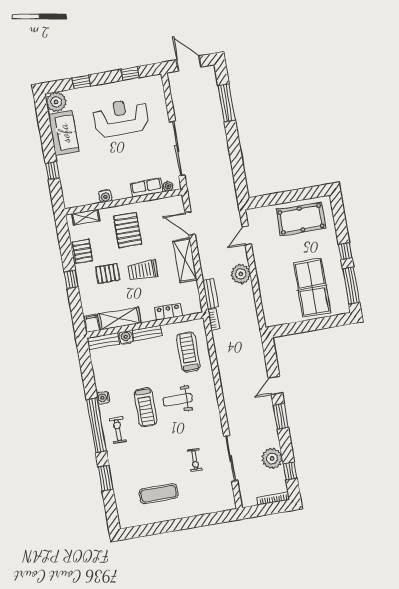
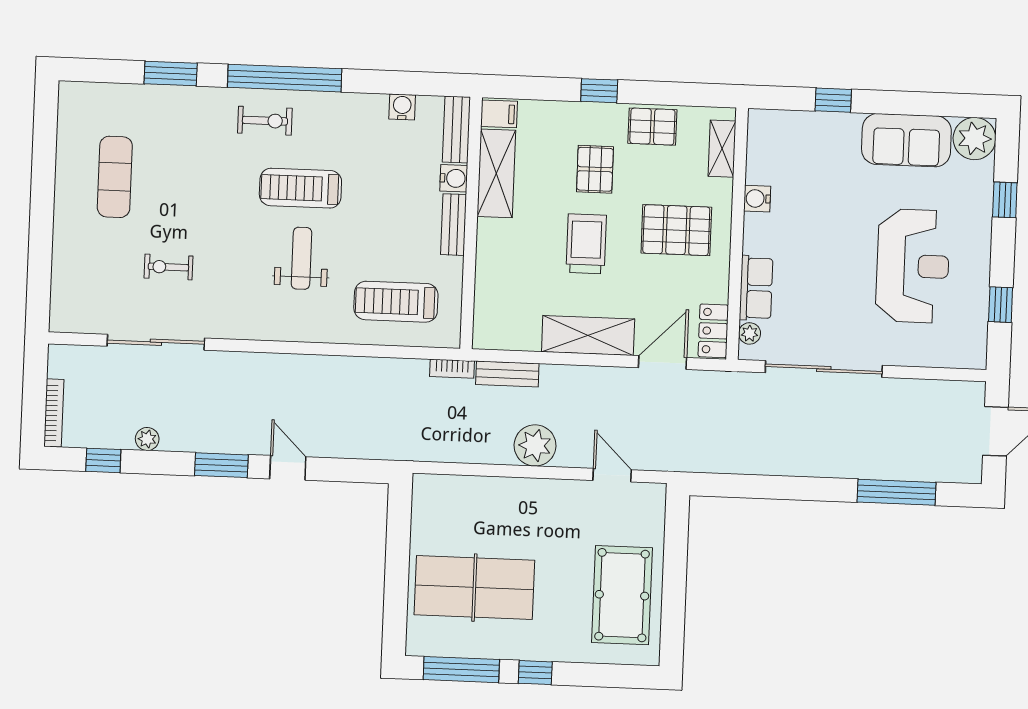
locker: (168, 312) -> (713, 331), moved, turned 180
treadmill: (188, 352) -> (396, 302), turned 180
water cooler: (103, 398) -> (402, 107), moved
plant: (272, 458) -> (147, 439), width x0.53, depth x0.53

